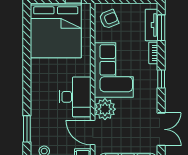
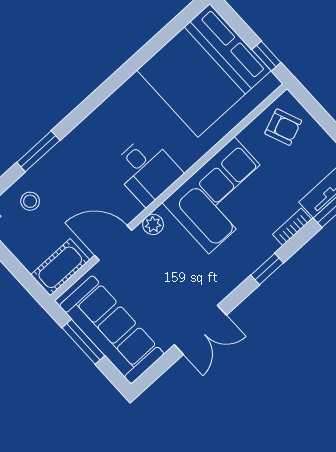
desk: (75, 97) -> (146, 170), width x0.73
plant: (105, 109) -> (153, 224), width x0.53, depth x0.53
door: (93, 133) -> (113, 243), hinge flipped

